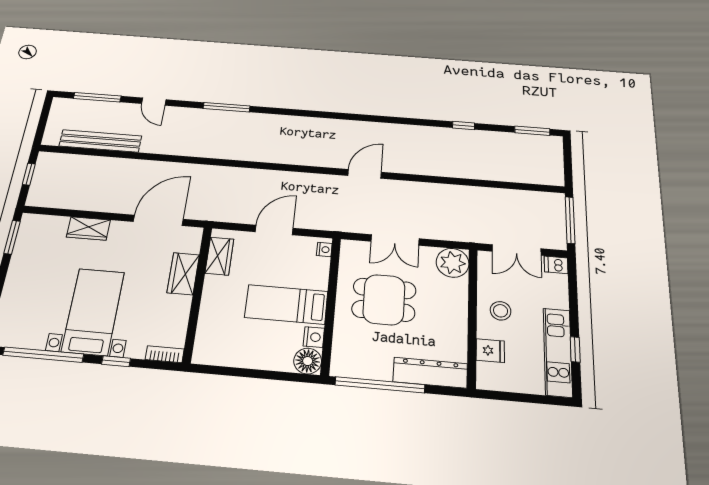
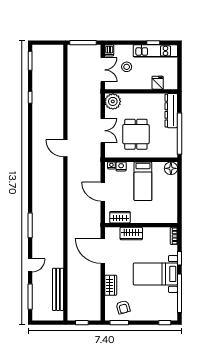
armchair: (40, 247) -> (123, 307), added
stool: (501, 311) -> (127, 67), moved
nightstand: (314, 337) -> (121, 166), moved

